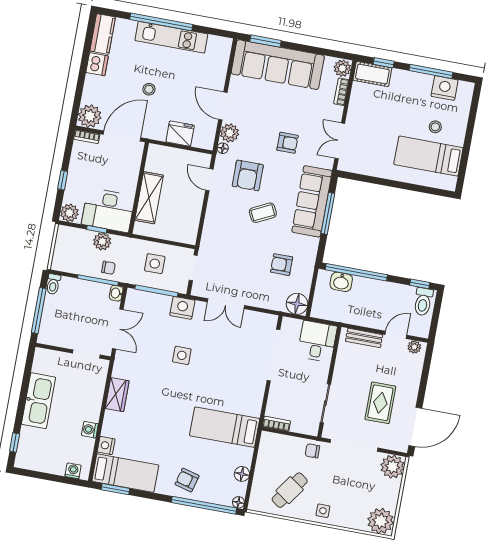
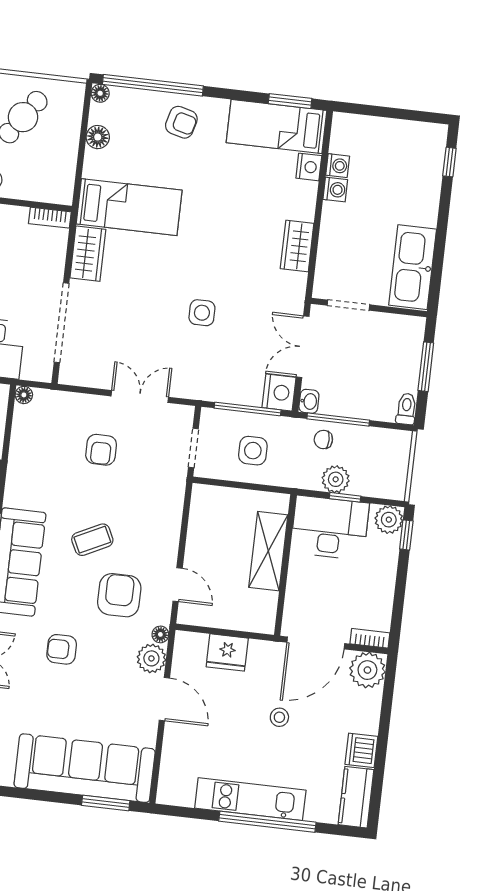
window: (63, 180) -> (406, 535), moved
armchair: (282, 265) -> (101, 450), moved, turned 90
floor lamp: (297, 304) -> (24, 395), width x0.53, depth x0.53
nightstand: (182, 308) -> (279, 392), moved, turned -90
window: (39, 311) -> (426, 367), width x0.69
wardrobe: (253, 399) -> (88, 254), added
kitchen sink: (38, 401) -> (413, 267), moved
washing machine: (73, 471) -> (338, 166), moved, turned -90

